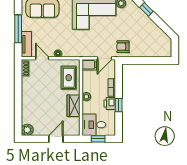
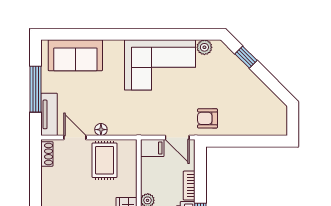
door: (105, 58) -> (177, 137), hinge flipped
rug: (69, 78) -> (105, 160), moved

